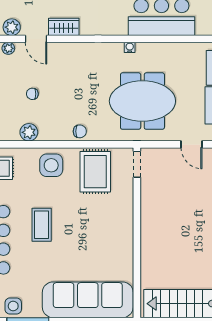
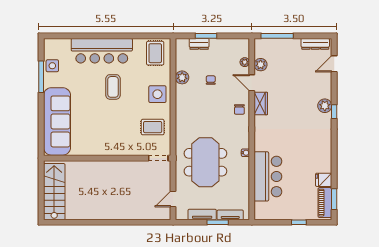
door: (36, 39) -> (252, 83), hinge flipped
chair: (80, 131) -> (239, 109), moved
rug: (95, 172) -> (153, 127), width x0.73, depth x0.70
coffee table: (42, 225) -> (113, 87), turned 90

